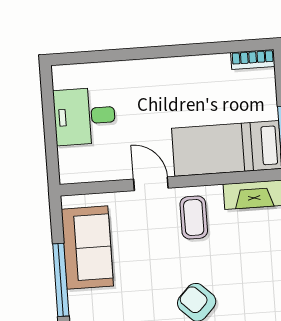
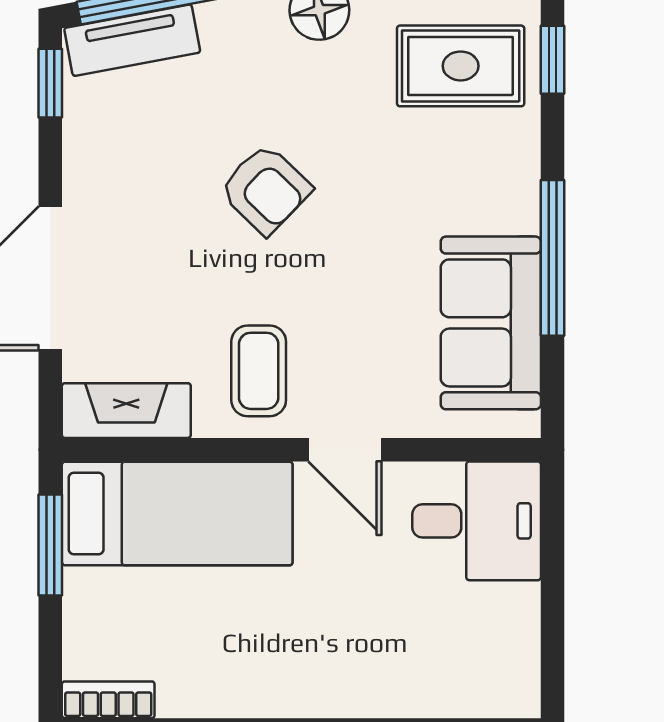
desk: (85, 116) -> (477, 521), moved

